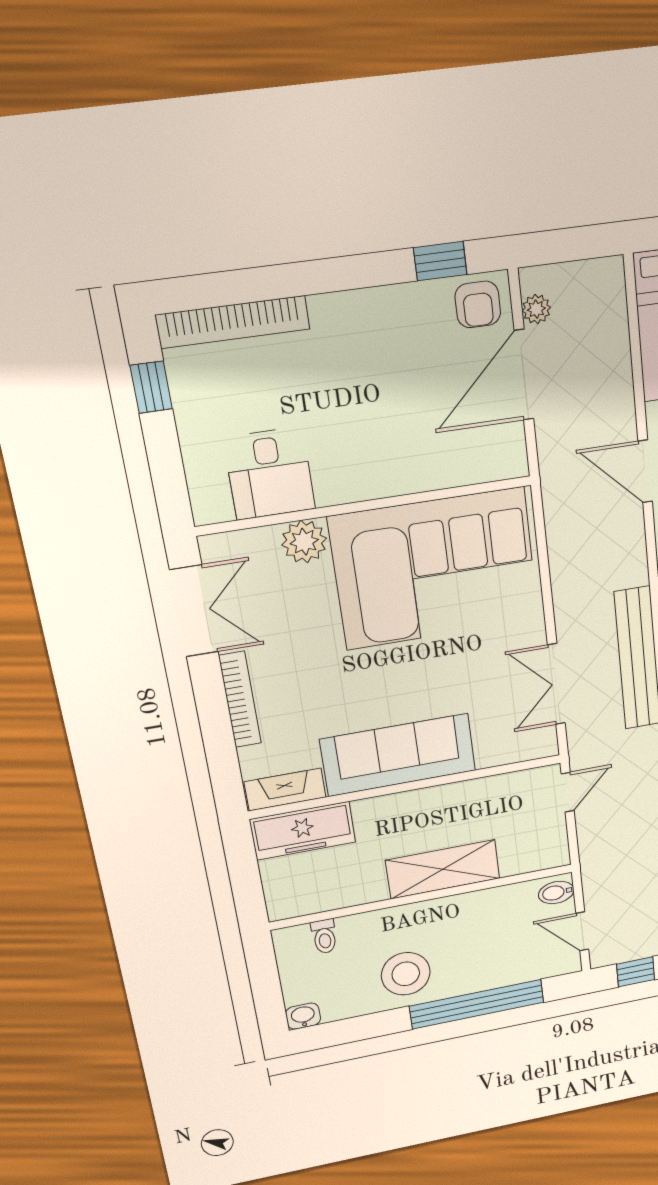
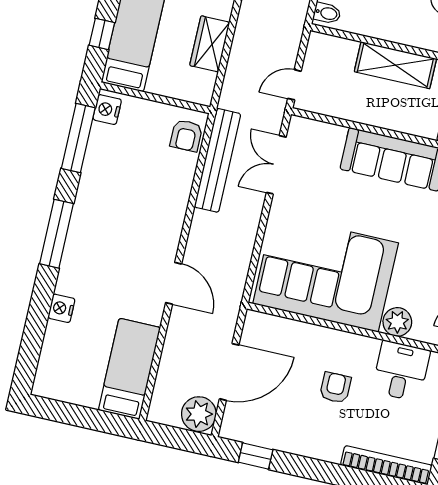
armchair: (478, 304) -> (335, 388), moved
plant: (536, 309) -> (199, 414), width x1.88, depth x1.88
double door: (556, 684) -> (276, 165), swing flipped

